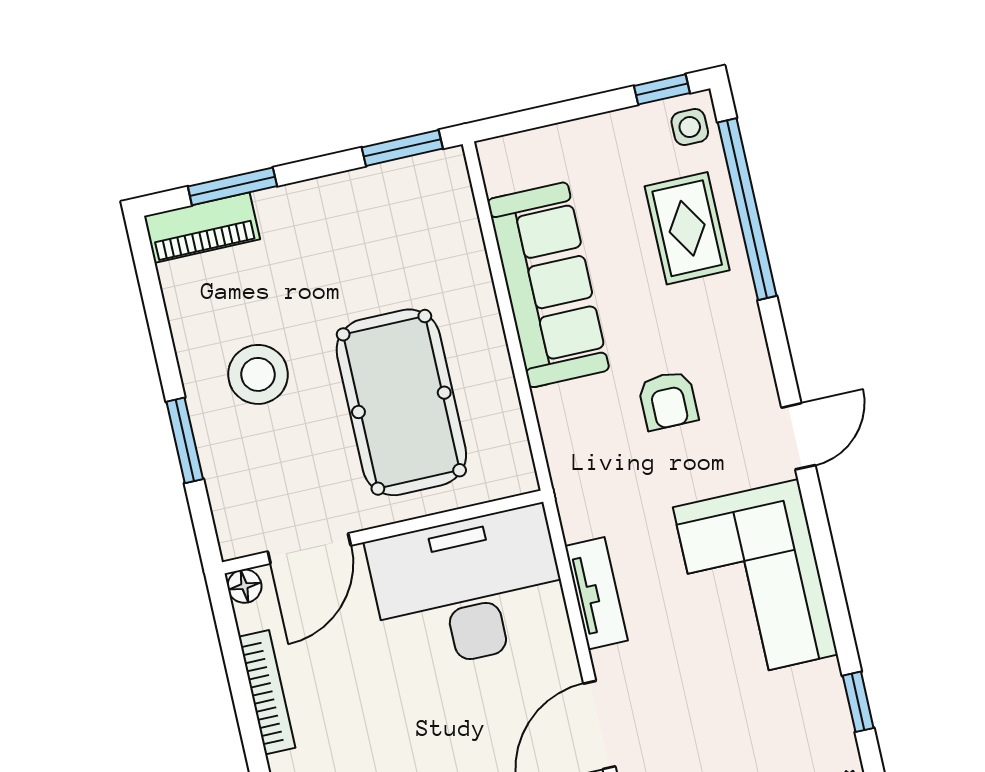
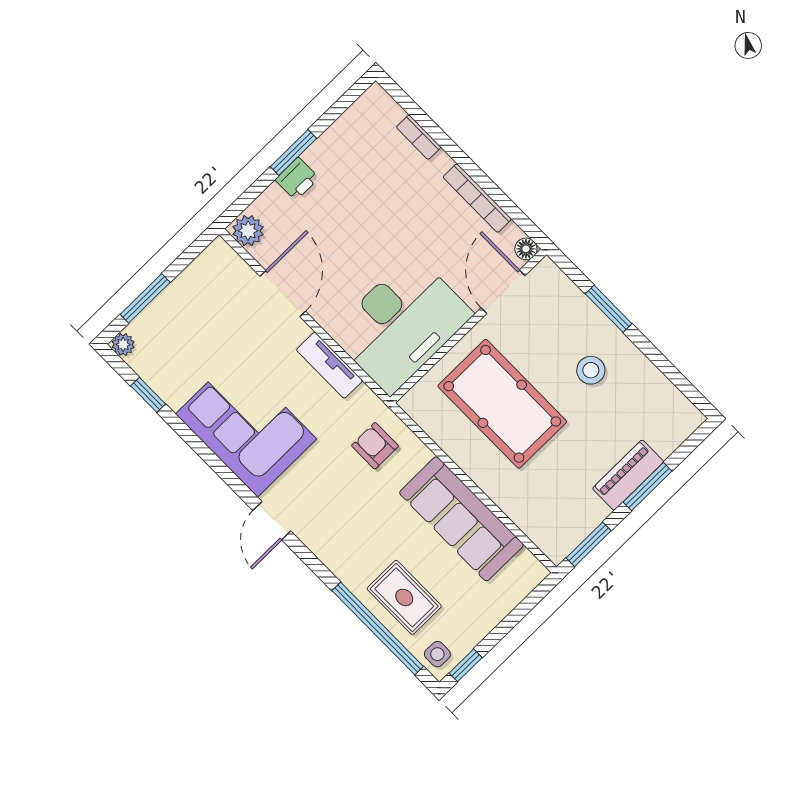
window: (232, 186) -> (647, 487), moved
piano: (202, 228) -> (628, 475), moved
stool: (258, 374) -> (591, 370), width x0.73, depth x0.73
armchair: (668, 400) -> (375, 446), moved

